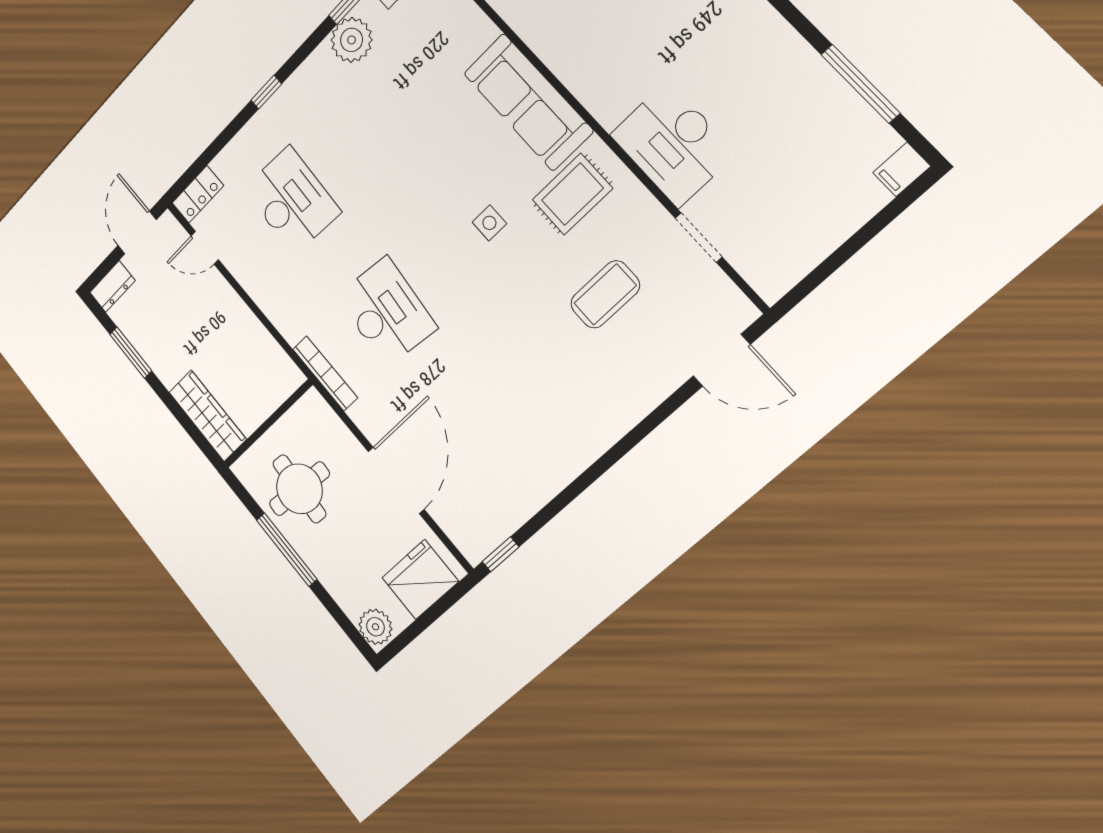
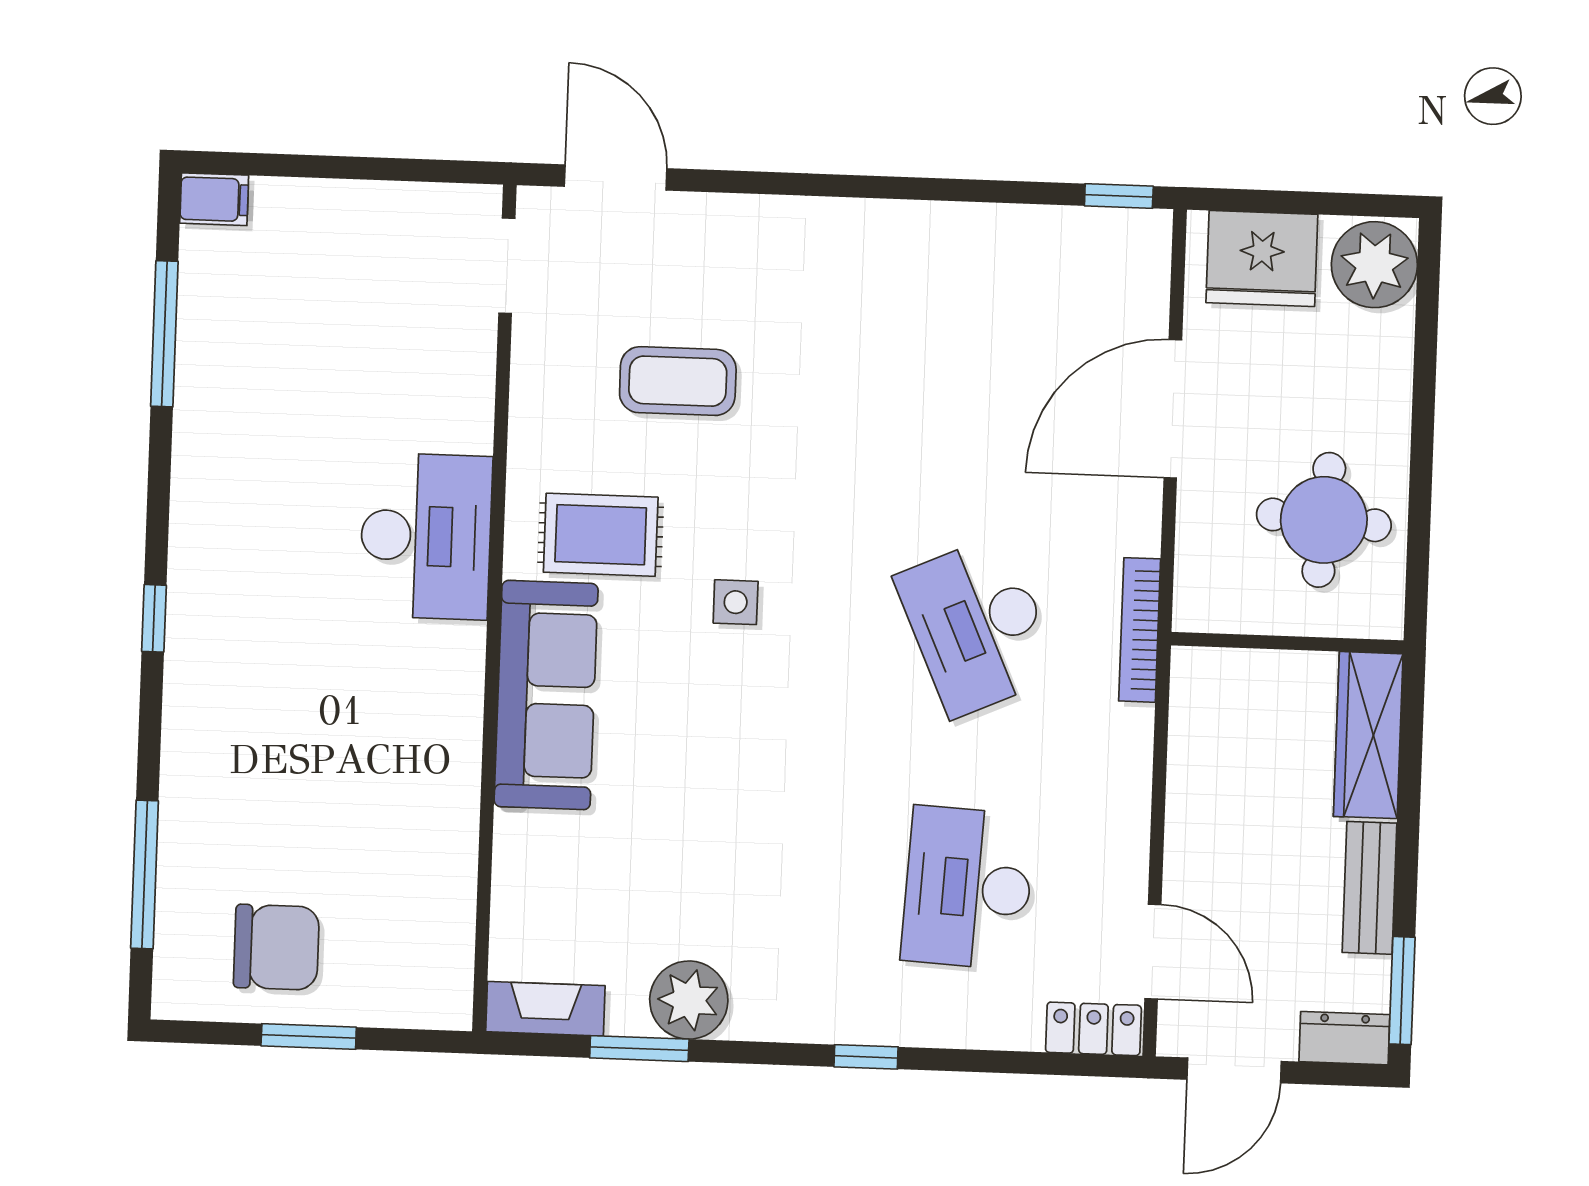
desk: (673, 144) -> (426, 536), moved
doorway: (699, 237) -> (507, 266), moved
door: (205, 248) -> (1153, 952), width x1.37
desk: (386, 312) -> (977, 626), turned -30
window: (131, 352) -> (1402, 991), moved
bench: (155, 355) -> (1370, 888), added
window: (287, 550) -> (1421, 460), removed
plant: (375, 627) -> (1374, 265), width x1.36, depth x1.36

